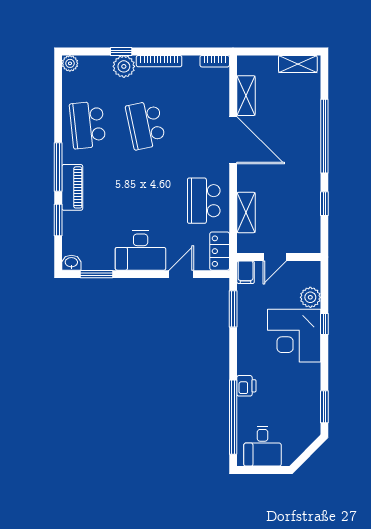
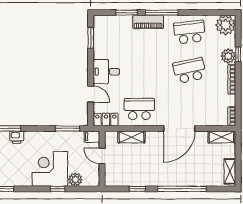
plant: (70, 63) -> (226, 25), width x1.88, depth x1.88
shelving: (246, 96) -> (222, 137), moved
desk: (141, 250) -> (106, 72), width x0.73
washbasin: (71, 263) -> (98, 21), removed

